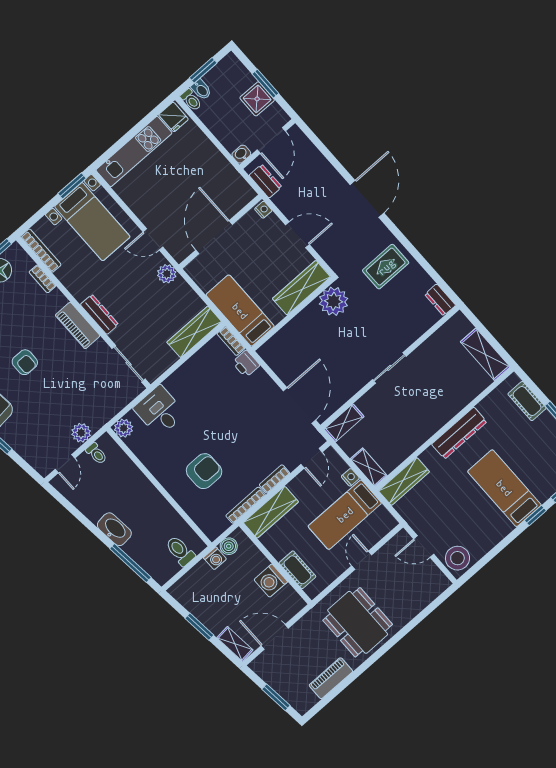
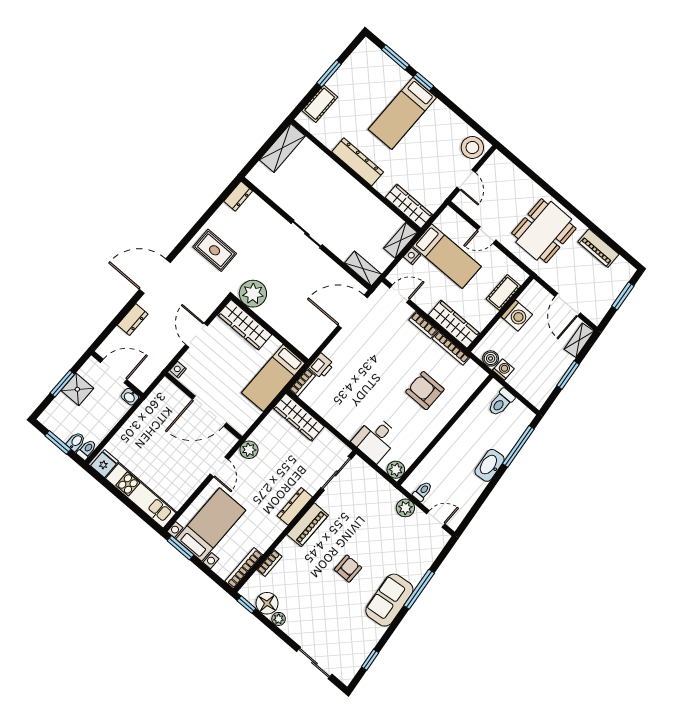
dresser: (265, 181) -> (133, 319), moved, turned 180

